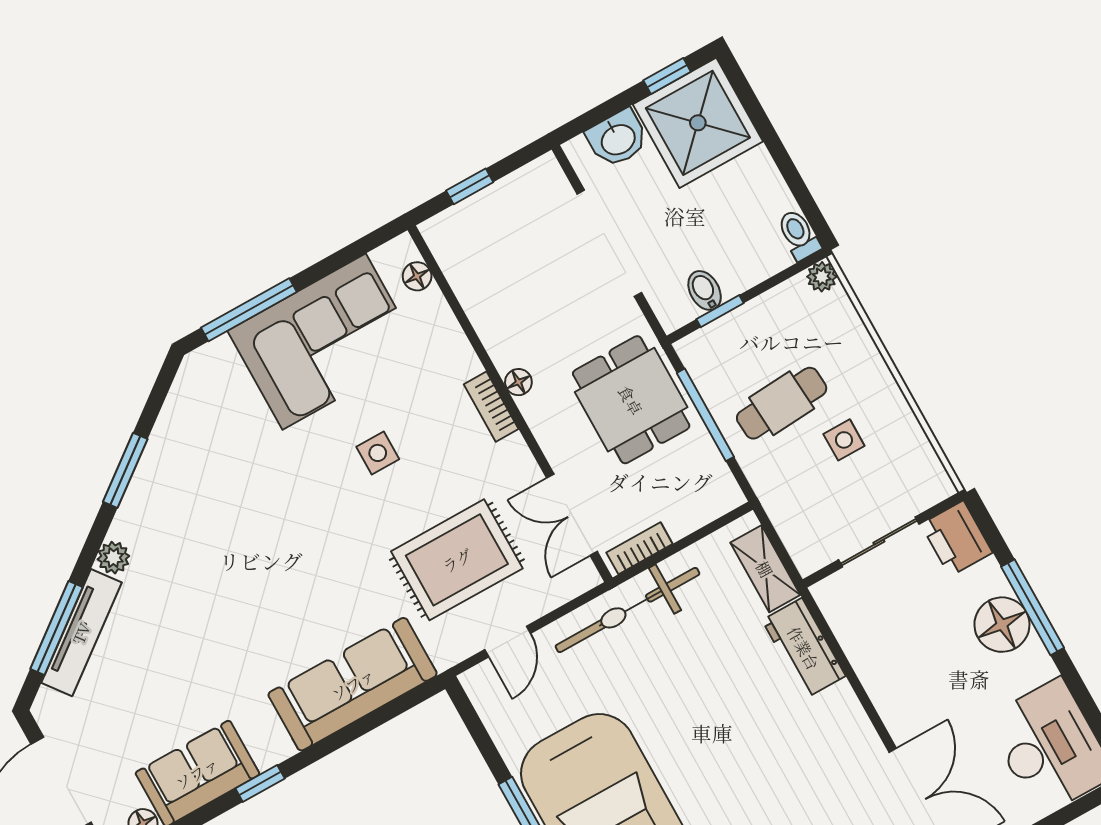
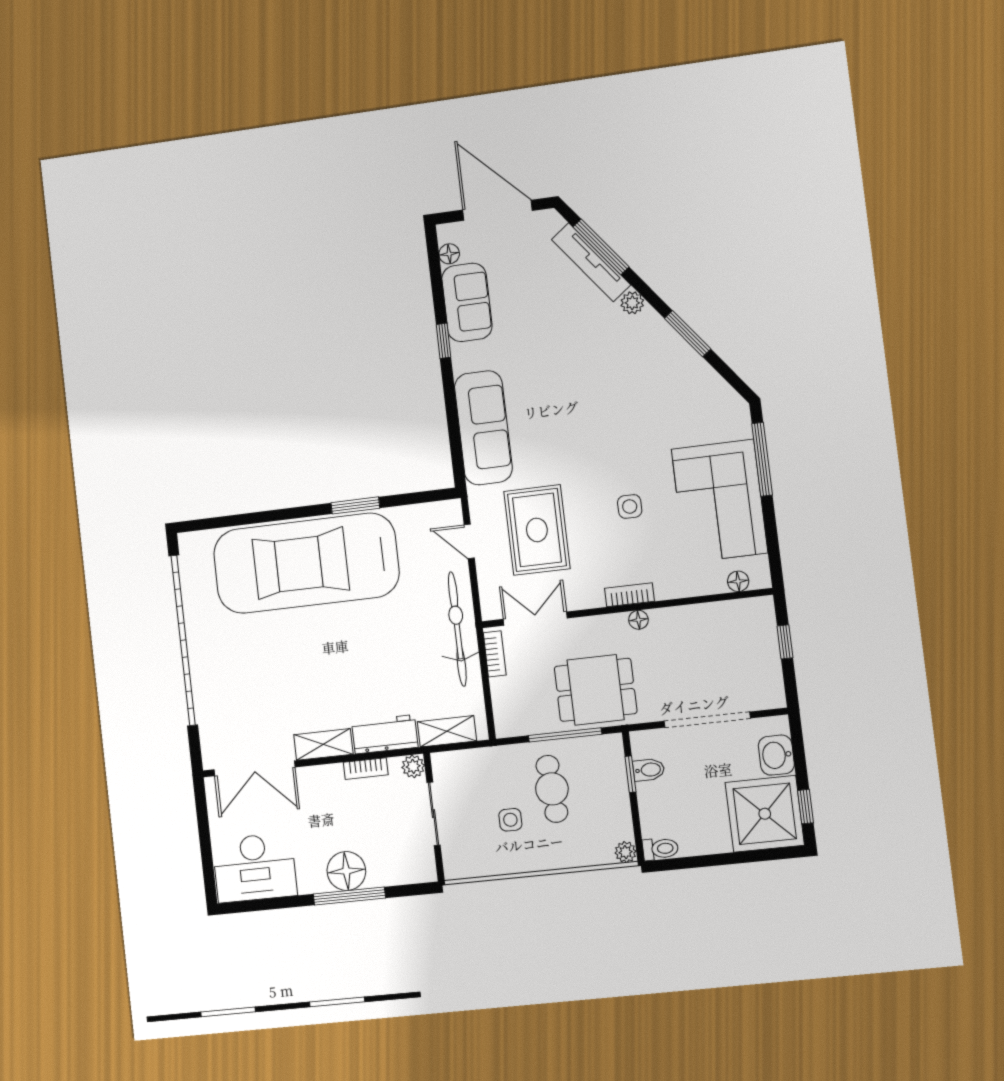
printer: (957, 538) -> (415, 866), removed
plant: (829, 594) -> (413, 766), added
bookcase: (859, 654) -> (366, 769), added
shelving: (851, 723) -> (323, 744), added

